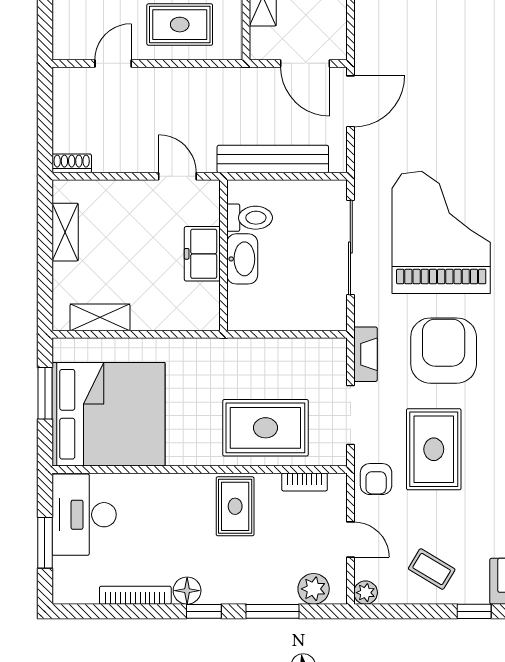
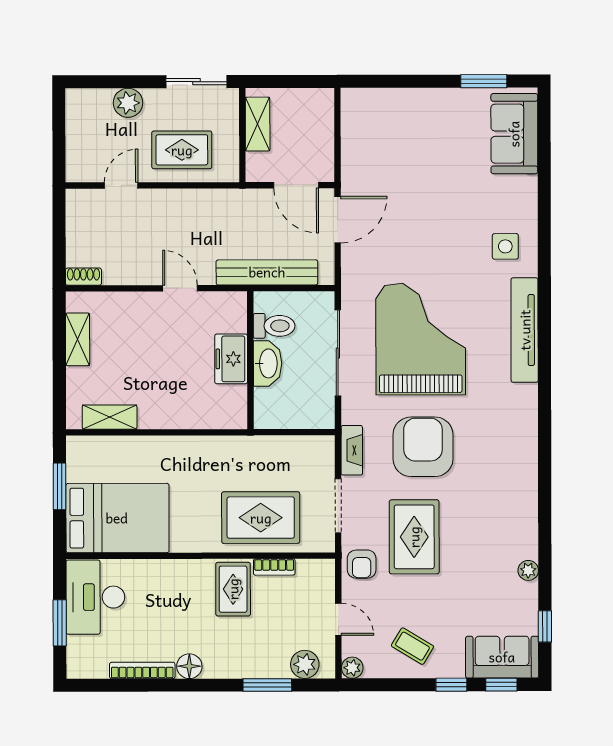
toilet: (250, 218) -> (274, 326), moved
freezer: (202, 254) -> (231, 359), moved
wall: (223, 255) -> (250, 360), moved
washbasin: (242, 259) -> (268, 363), moved
bed: (108, 414) -> (117, 518), width x0.73
bookcase: (305, 482) -> (274, 567), moved
window: (204, 611) -> (205, 685), removed

